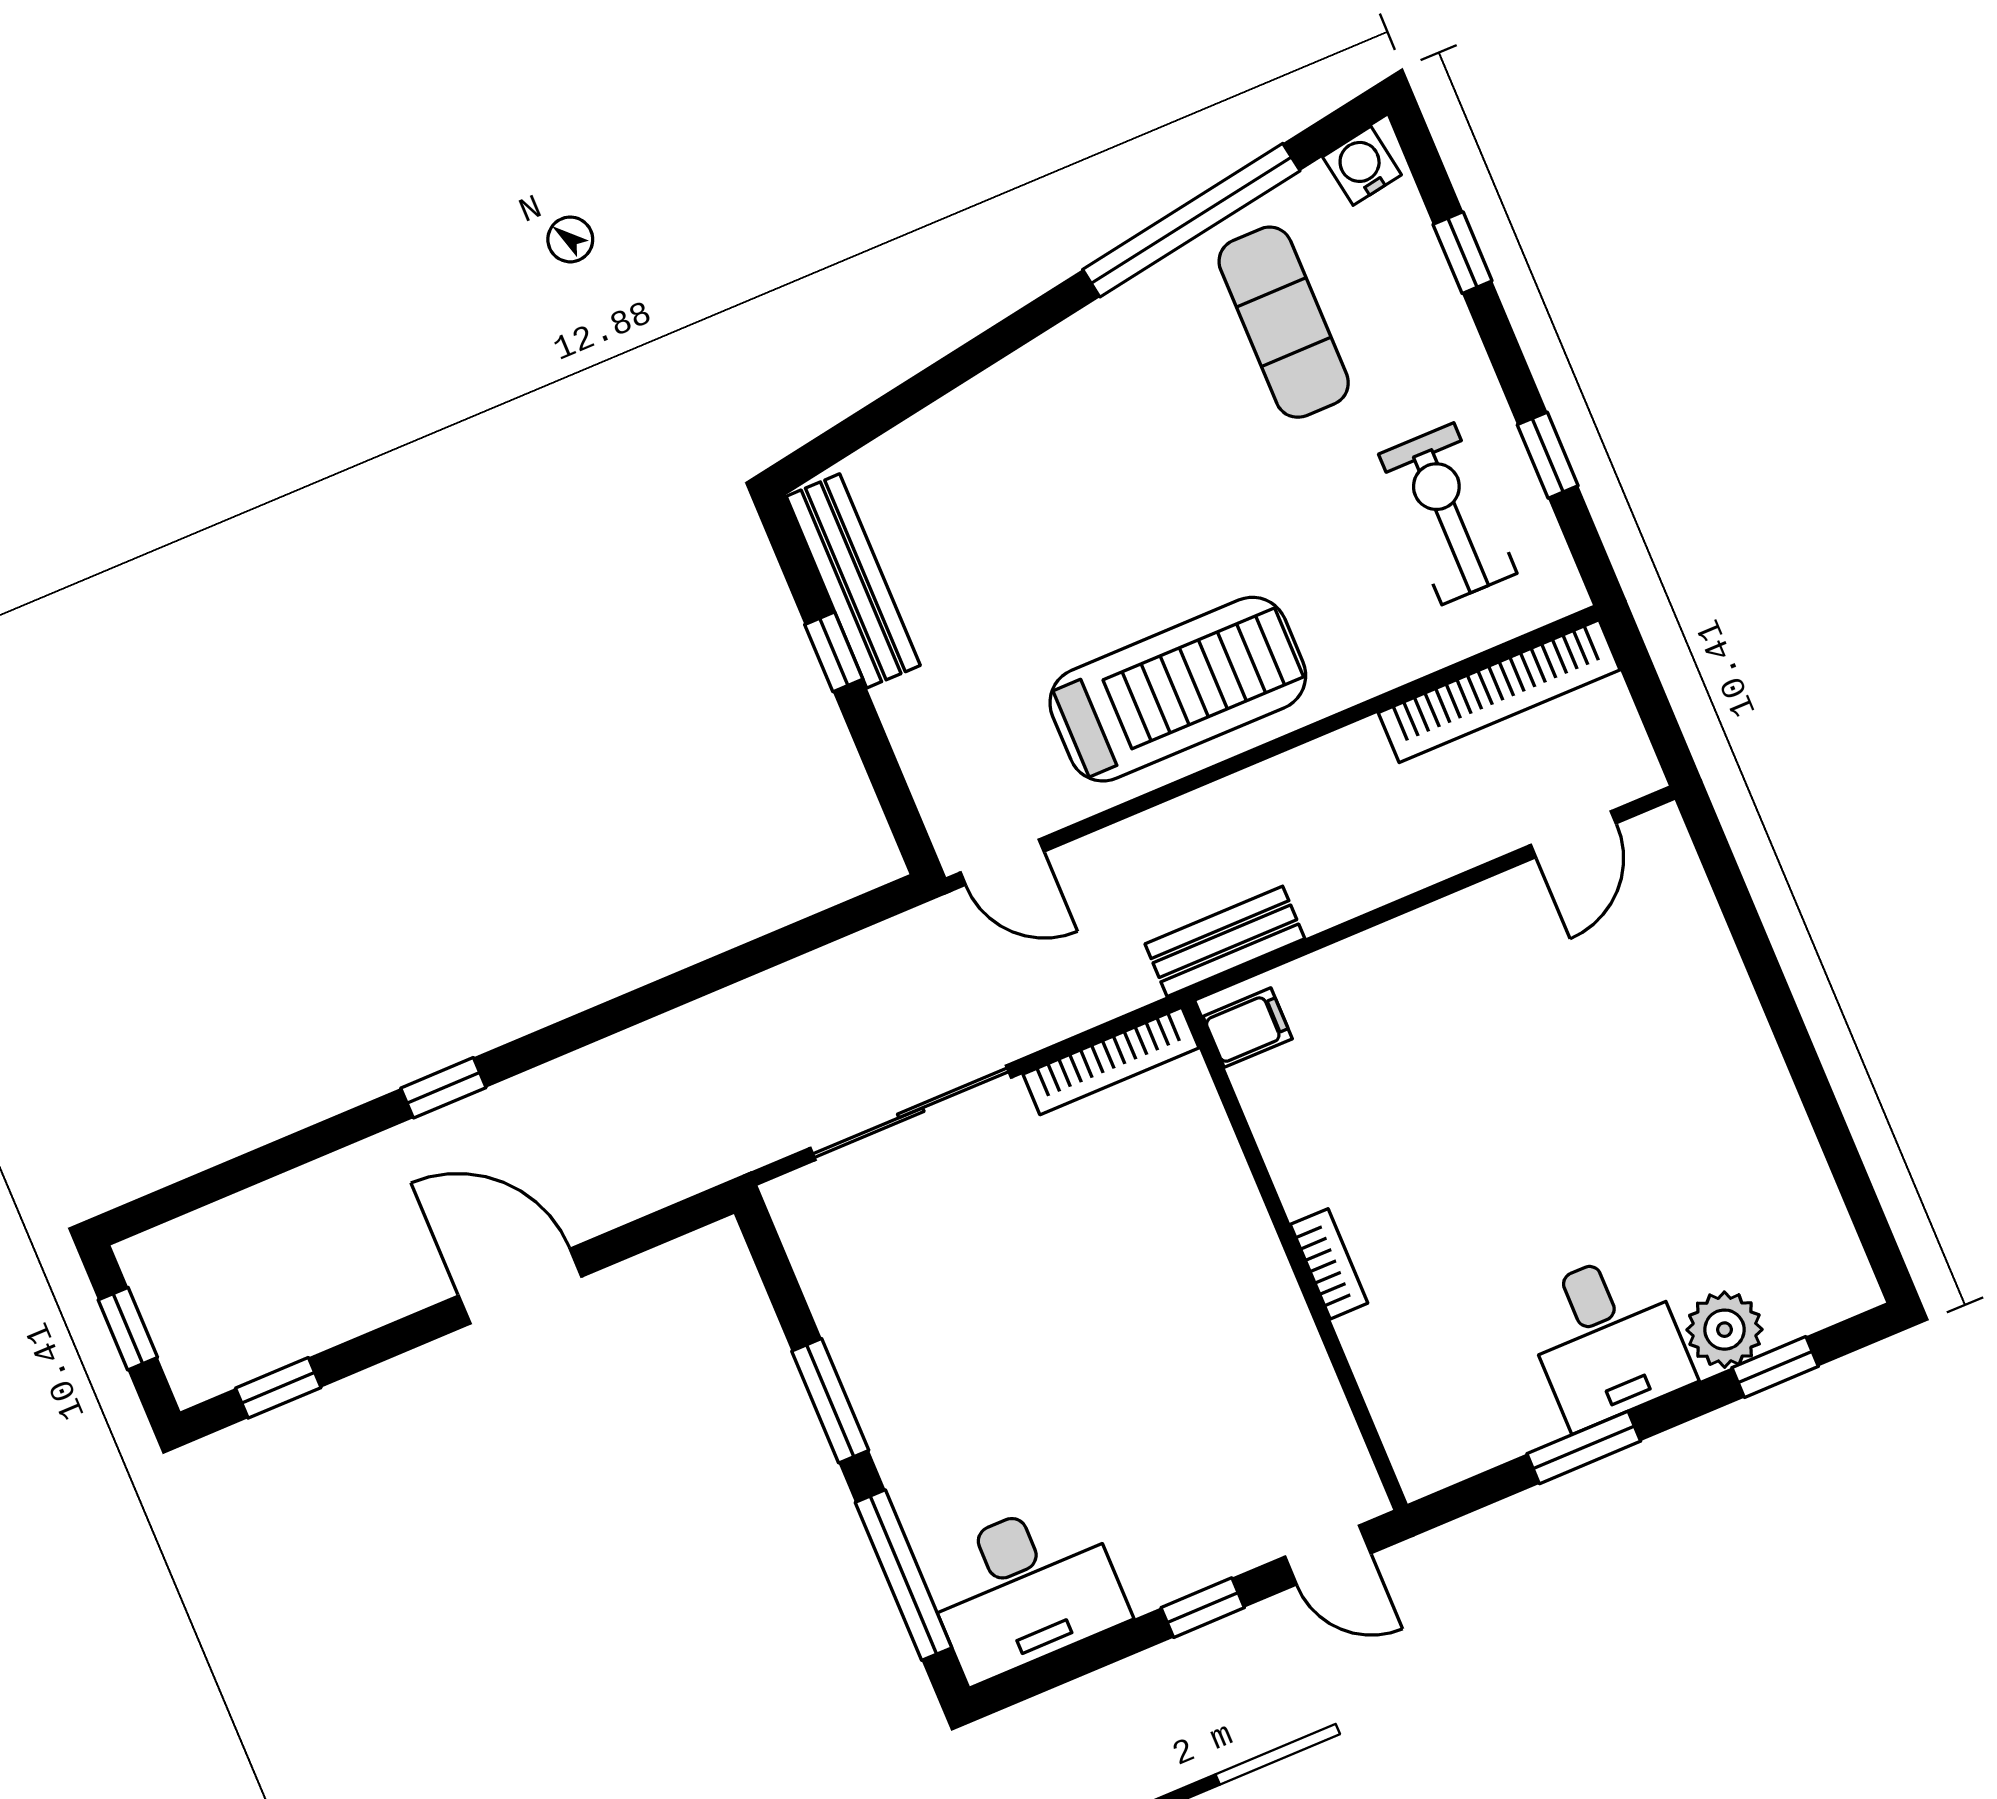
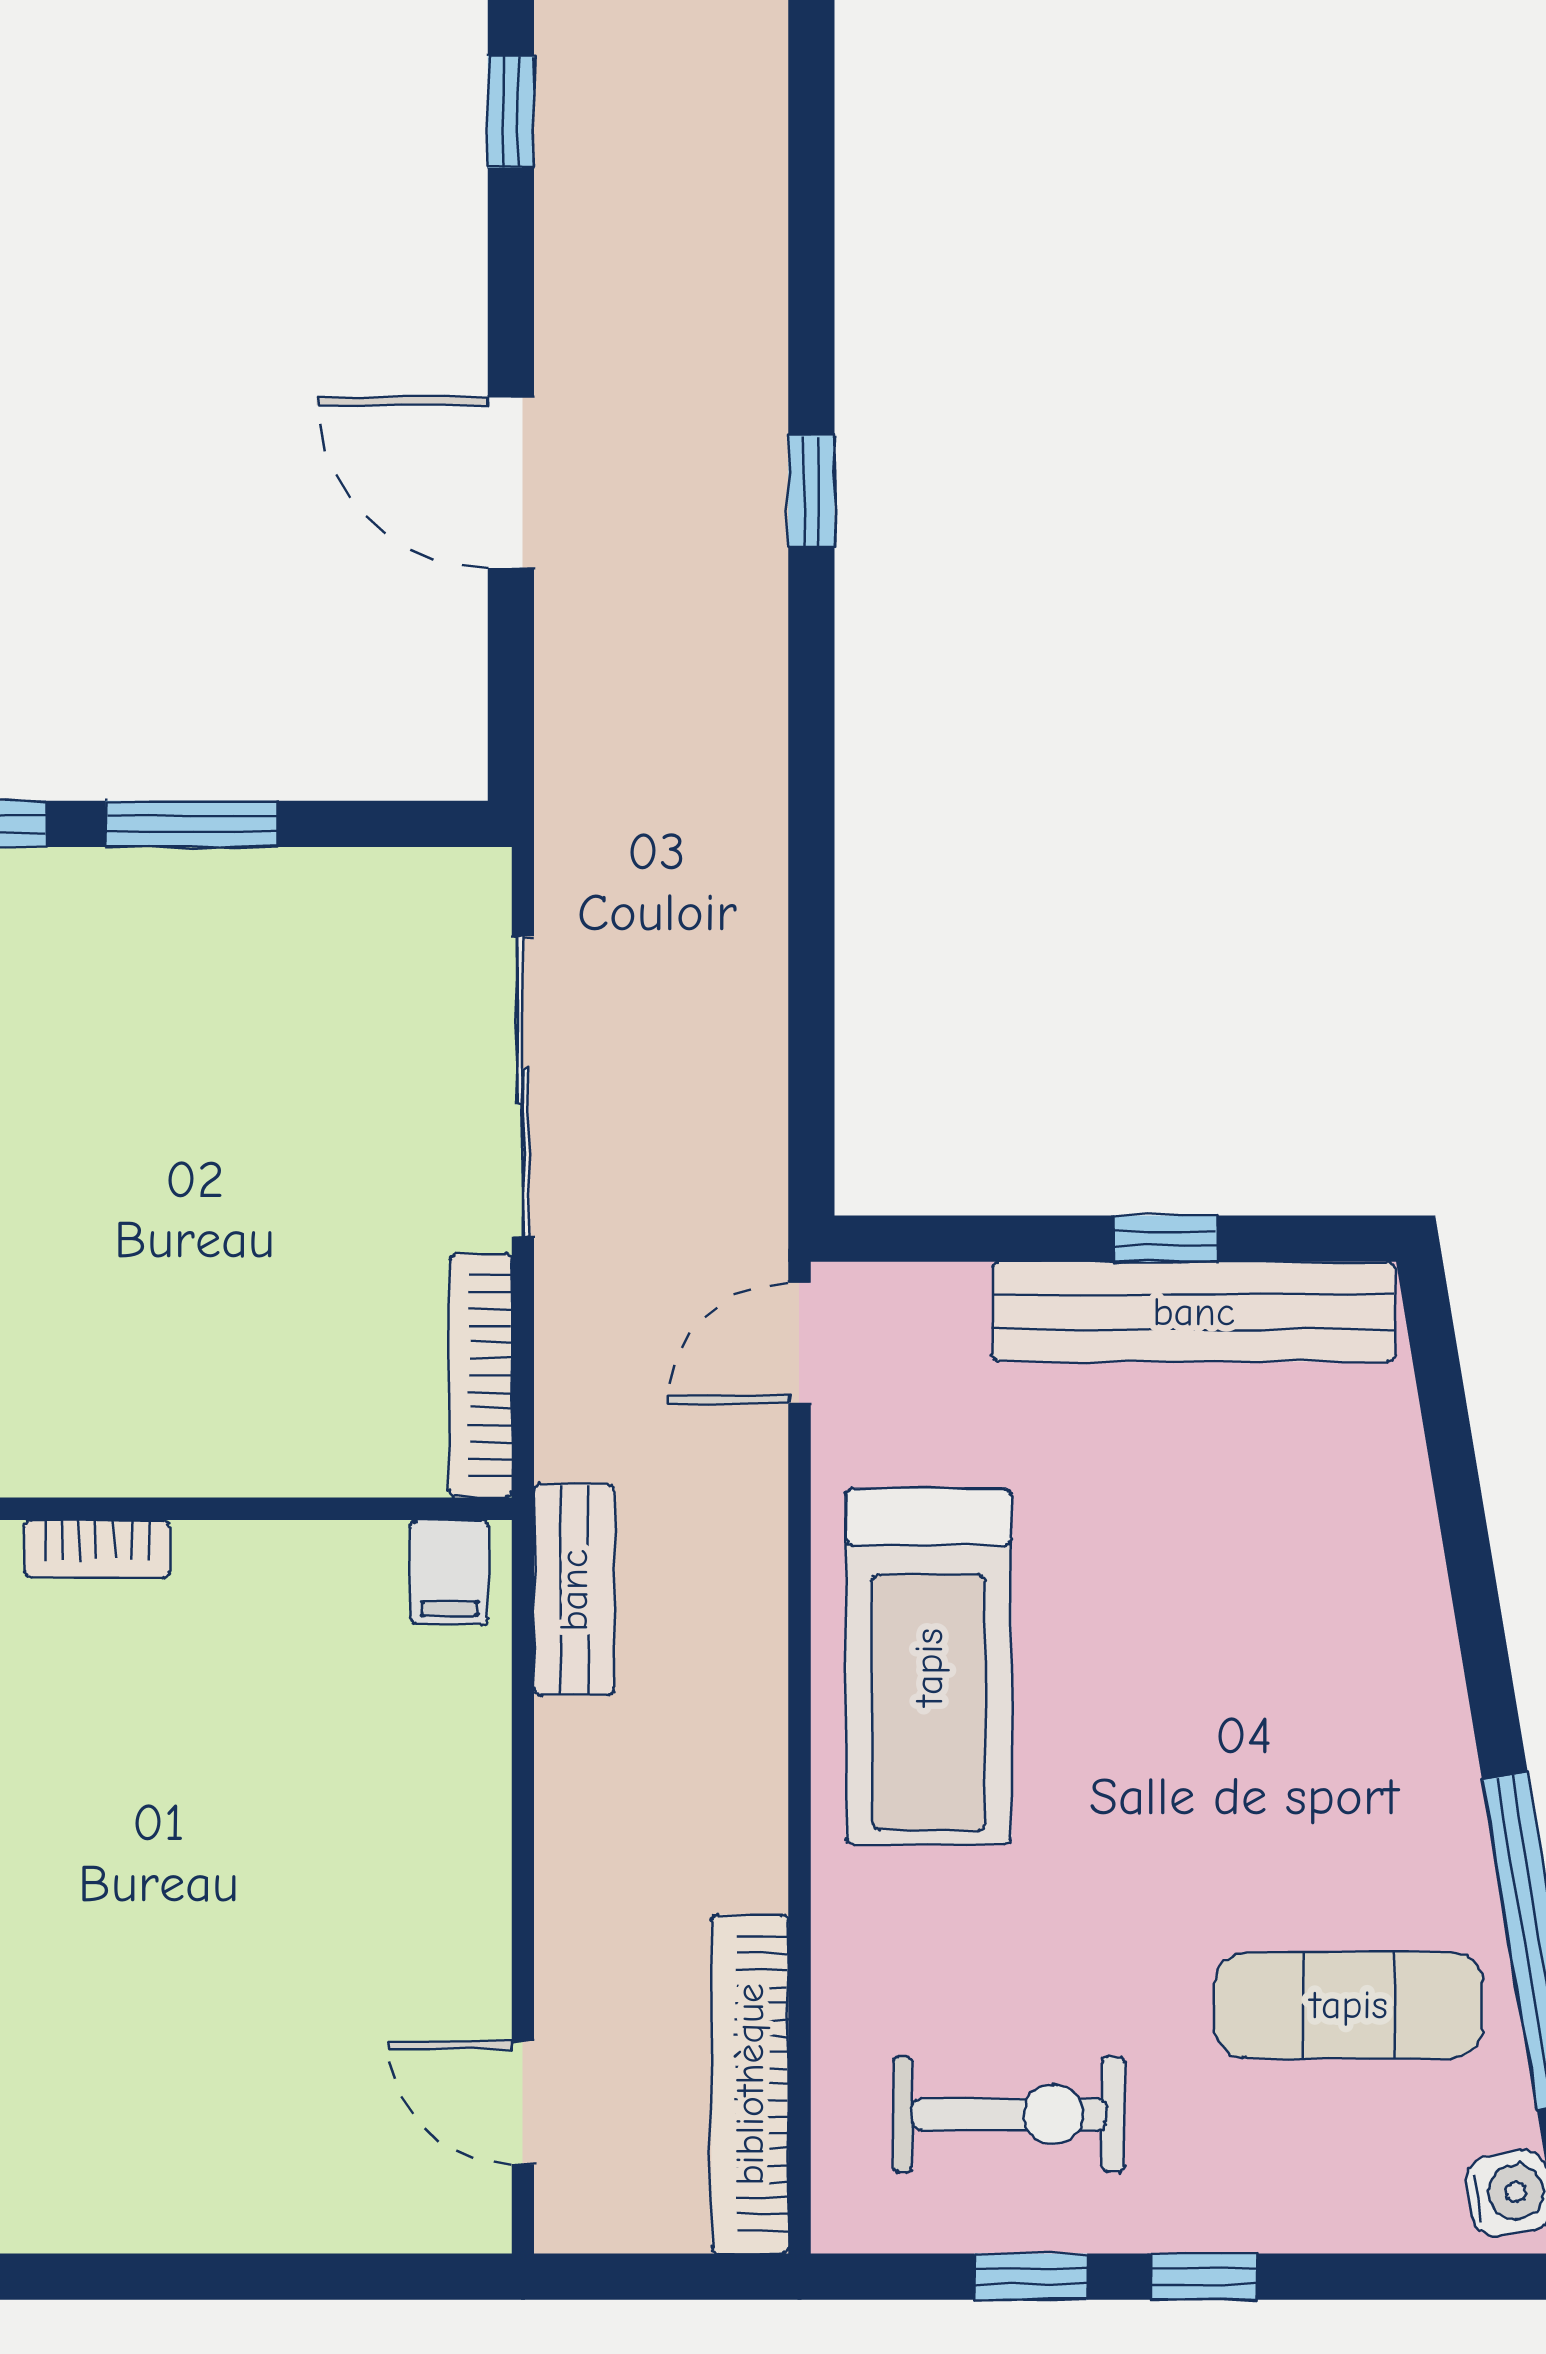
window: (1463, 253) -> (1203, 2277), moved
bench: (853, 581) -> (1194, 1312), width x1.37, depth x1.21
door: (520, 1286) -> (511, 483), swing flipped

